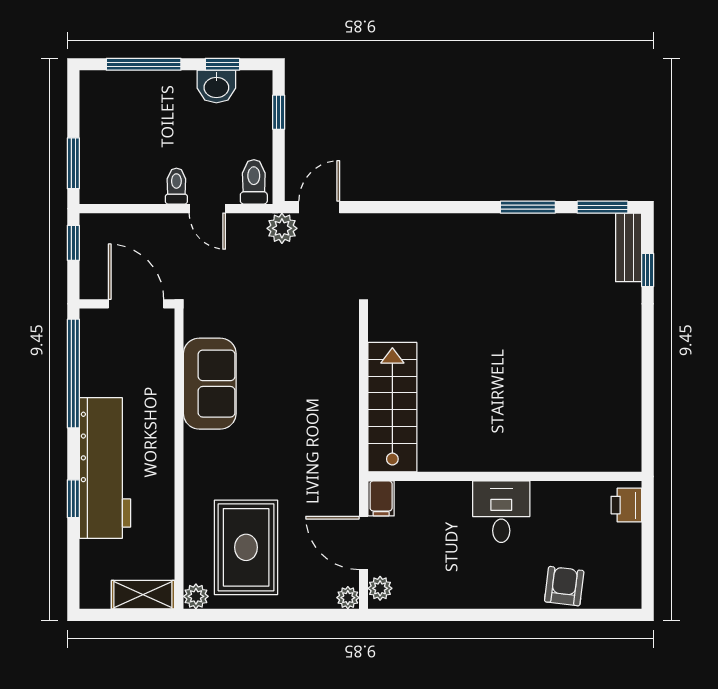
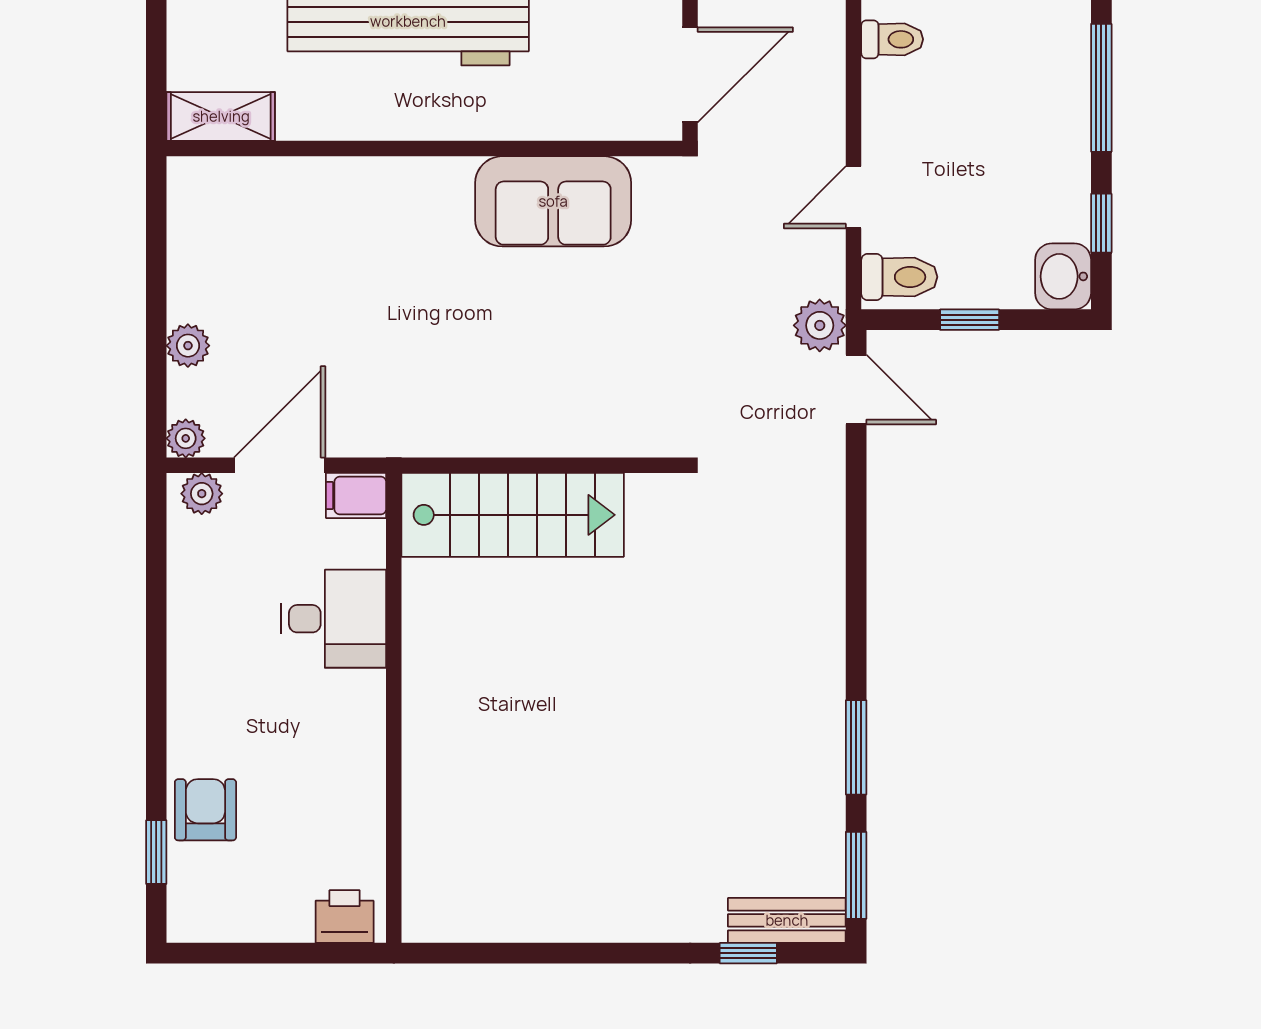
washbasin: (216, 87) -> (1063, 276), moved
window: (279, 112) -> (970, 320), moved
toilet: (176, 186) -> (892, 39), moved
desk: (501, 512) -> (333, 619), moved
rug: (246, 547) -> (272, 264), removed
armchair: (564, 586) -> (205, 810), turned -97
shelving: (143, 595) -> (221, 116), moved, turned 90
plant: (196, 596) -> (188, 346), moved
window: (589, 615) -> (156, 852), added

